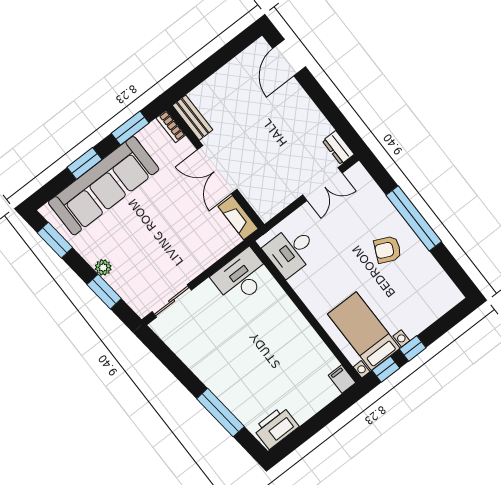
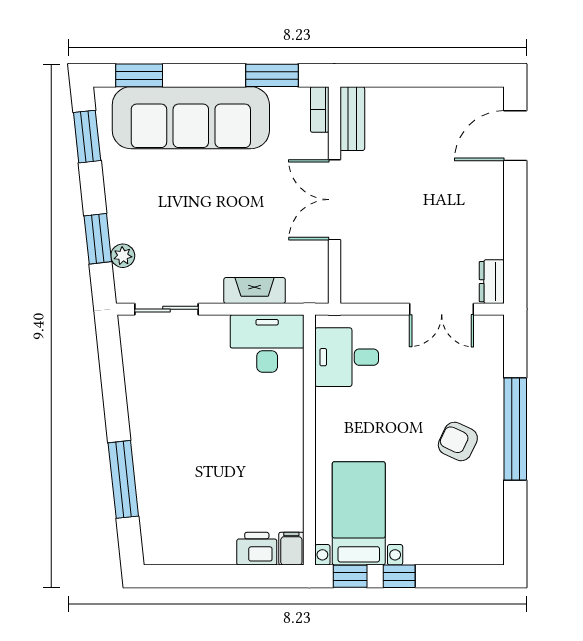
window: (85, 163) -> (139, 75), moved
fireplace: (238, 218) -> (255, 290), moved, turned 90
plant: (103, 267) -> (123, 256), moved
printer: (276, 427) -> (257, 549), moved, width x0.73, depth x0.84

